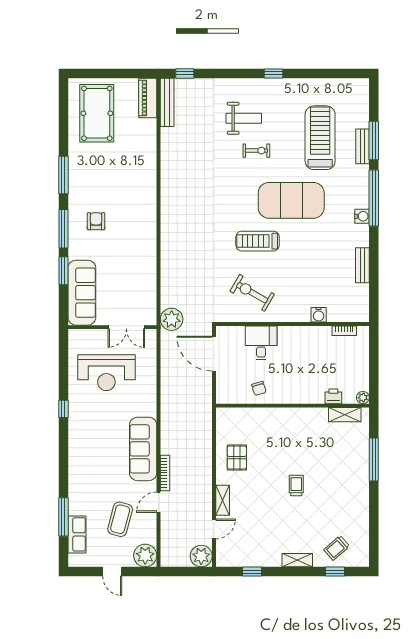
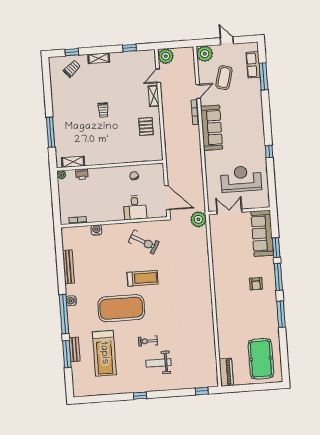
bench: (167, 102) -> (213, 370), removed
bench: (362, 265) -> (68, 267), width x1.36

